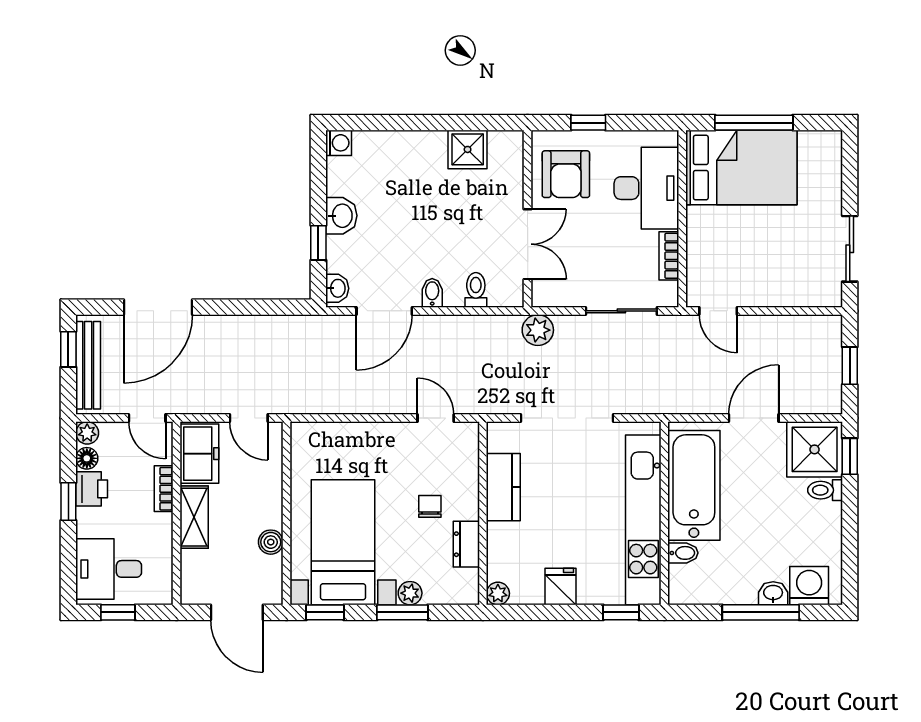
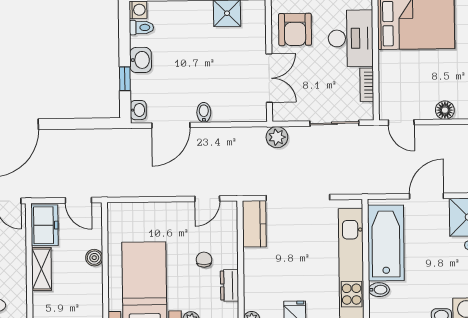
toilet: (476, 290) -> (141, 28), moved, turned 90
floor lamp: (782, 294) -> (445, 110), added
door: (436, 418) -> (207, 199), swing flipped
kitchen counter: (503, 487) -> (254, 224), moved
bookcase: (164, 489) -> (20, 250), removed
boiler: (271, 542) -> (94, 258), moved

